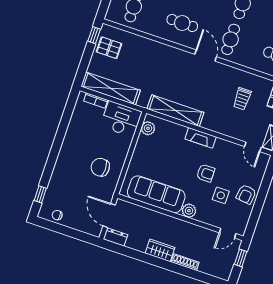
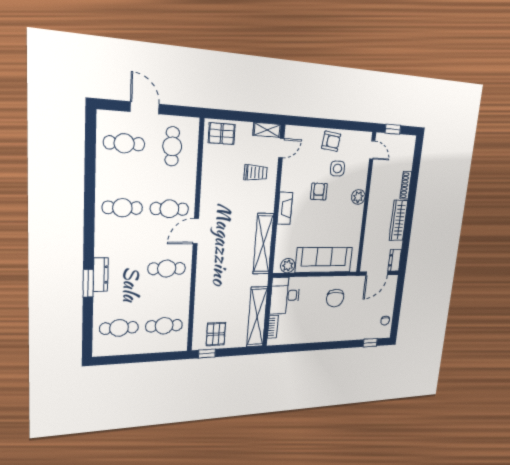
cafe table: (182, 23) -> (167, 269), turned 90
trolley: (242, 99) -> (256, 173), moved
sofa: (156, 194) -> (324, 260), moved, turned 90
wardrobe: (160, 250) -> (398, 220), width x1.50

